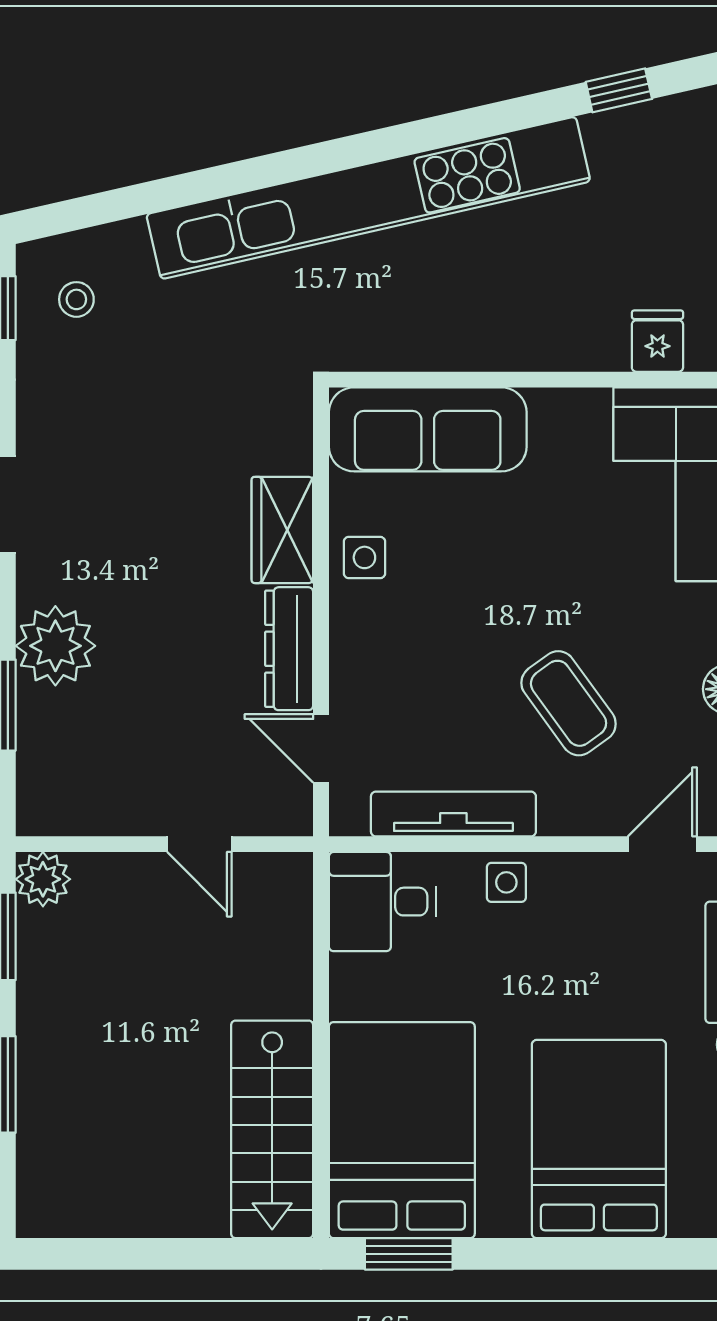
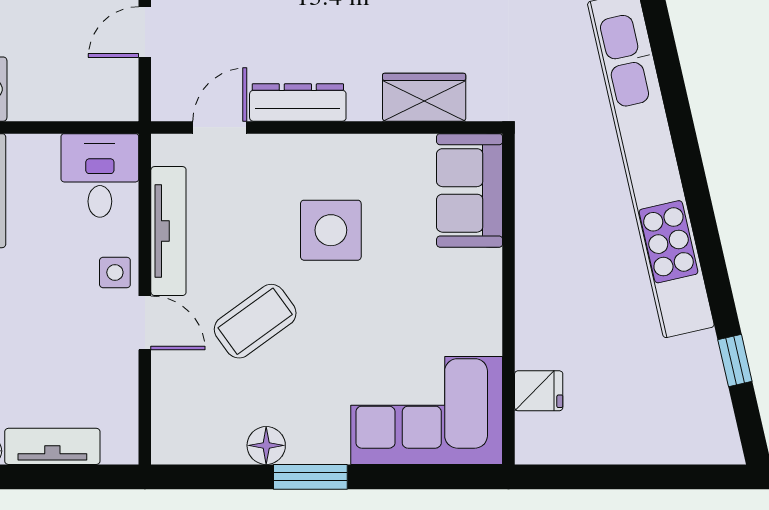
sofa: (428, 429) -> (470, 190), width x0.73
wardrobe: (282, 530) -> (424, 97), moved
side table: (364, 557) -> (331, 230), moved, width x1.87, depth x1.87
door: (662, 844) -> (145, 323), moved

